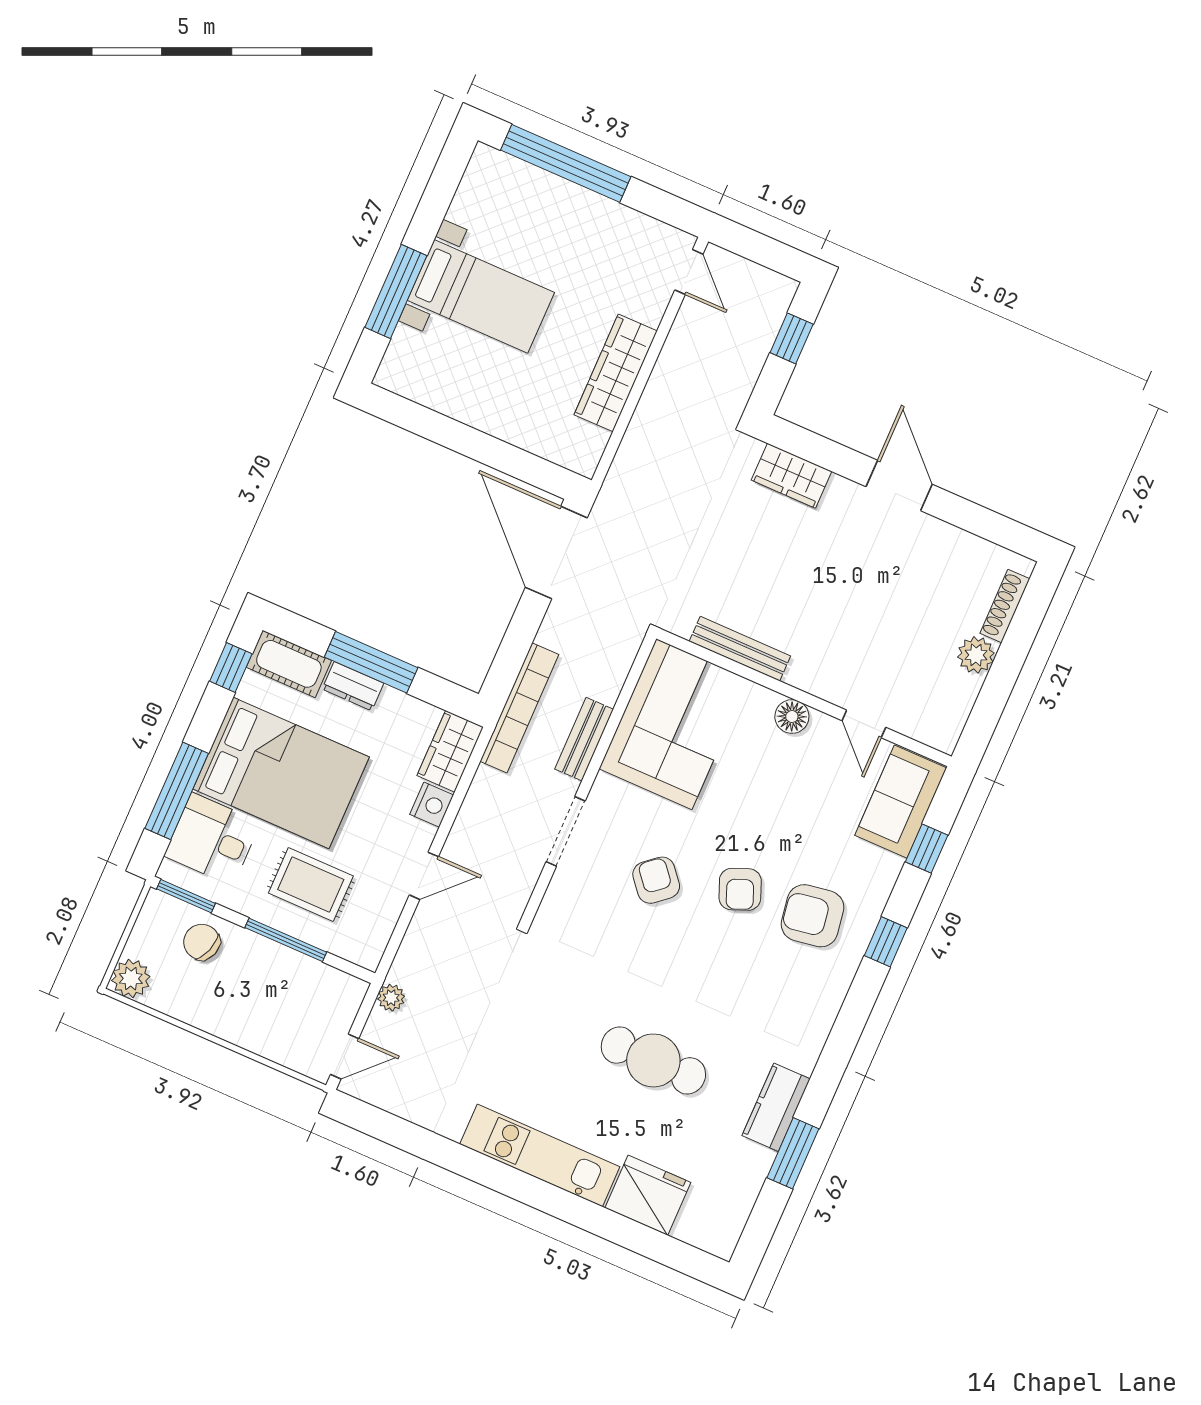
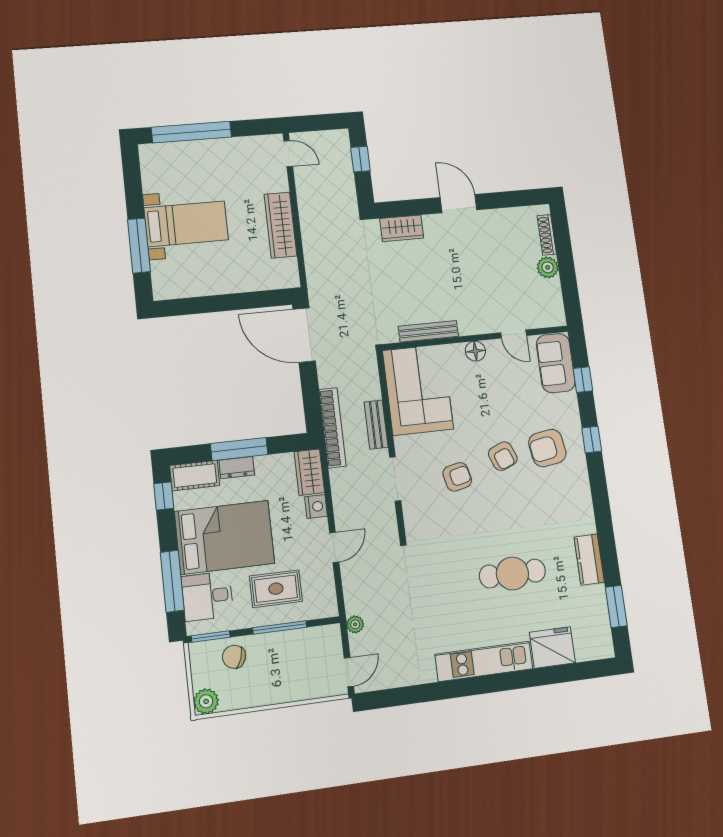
armchair: (656, 880) -> (457, 477), turned 117
window: (793, 1153) -> (616, 606), moved

